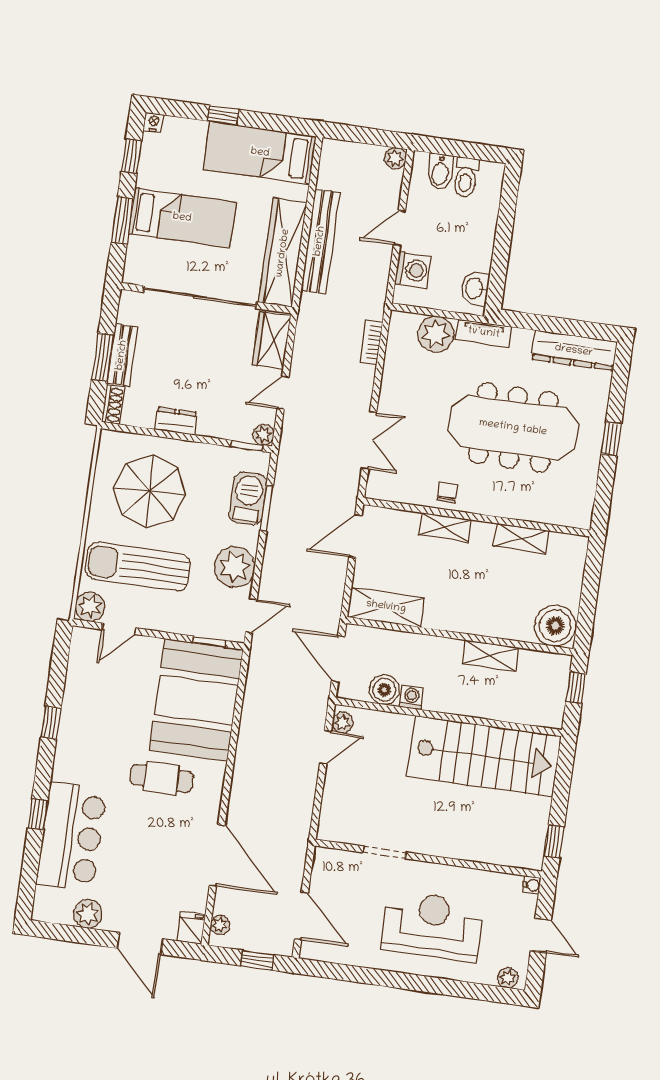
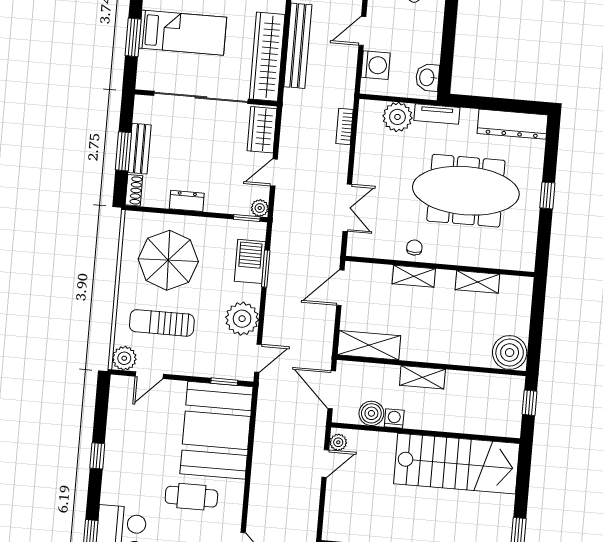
sun lounger: (138, 567) -> (162, 323), width x0.73, depth x0.75
shelving: (490, 656) -> (422, 377), moved

